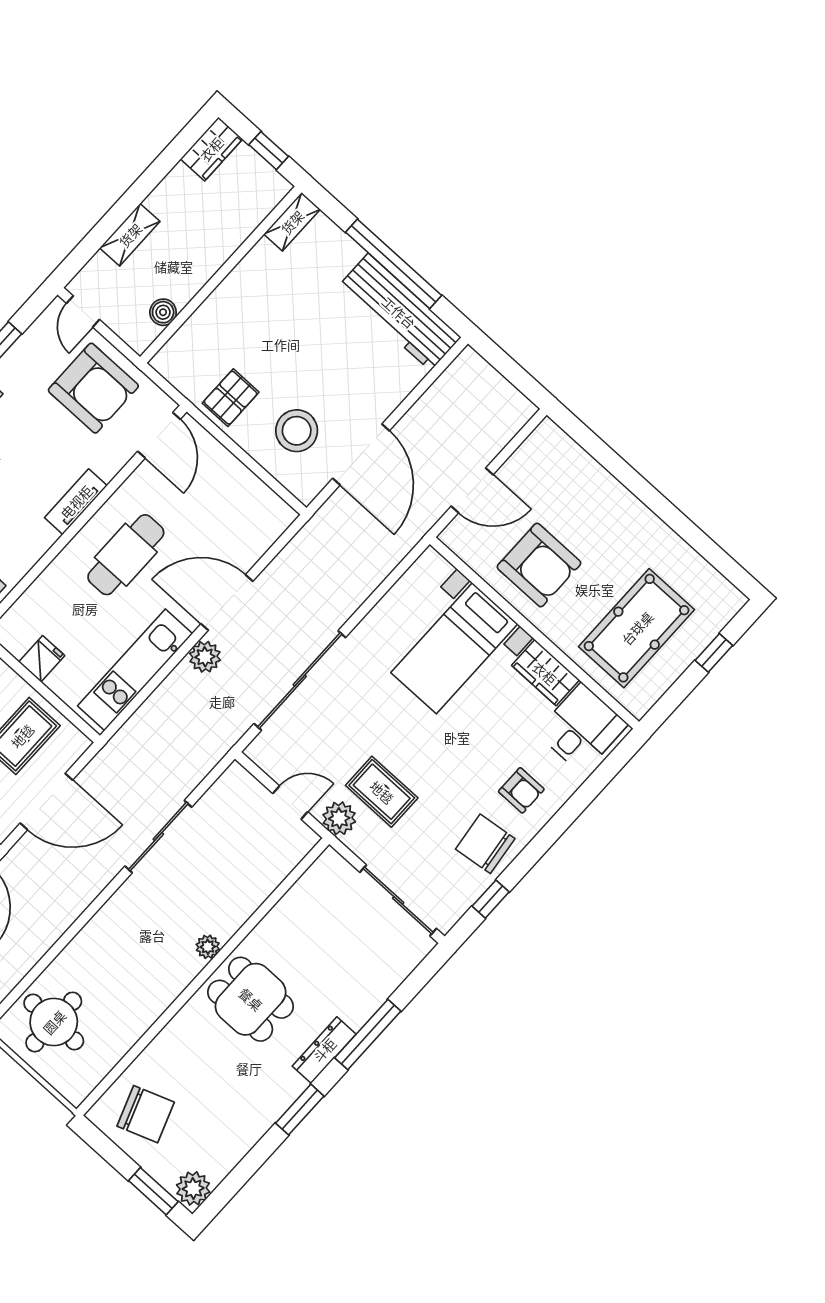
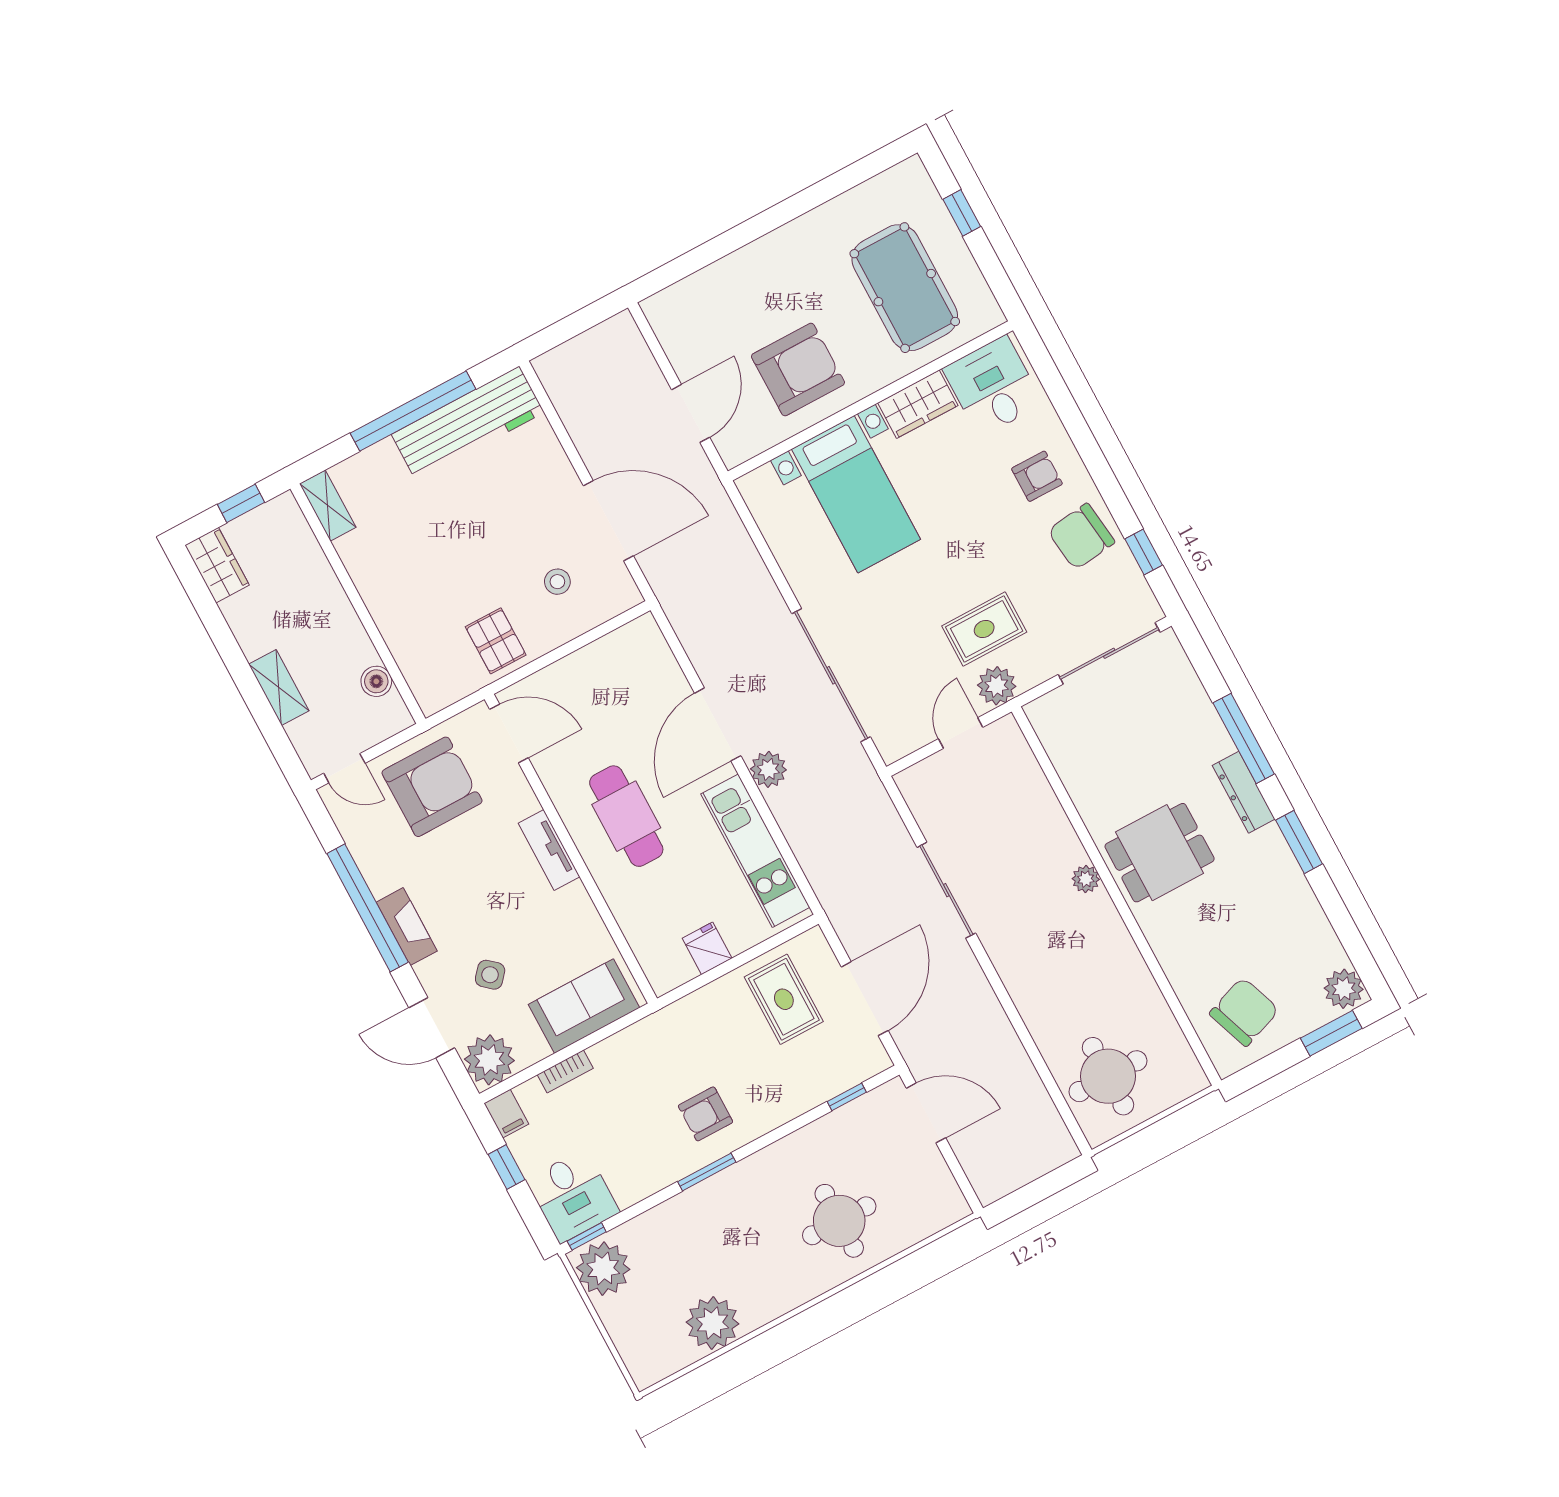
stool: (297, 431) -> (557, 582), width x0.53, depth x0.53

